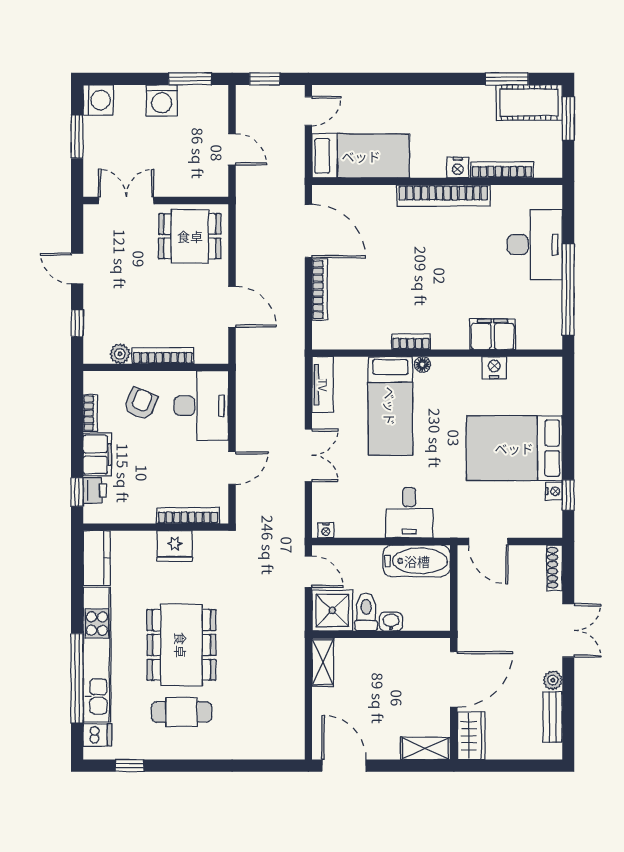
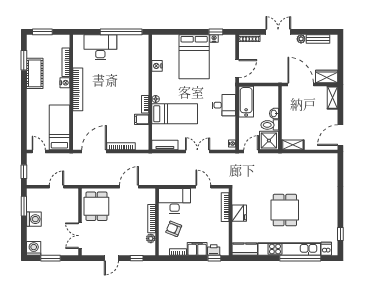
cot: (529, 102) -> (35, 73), moved
filing cabinet: (493, 334) -> (142, 119), moved, width x0.50
dining table: (181, 645) -> (285, 210), width x0.73
cafe table: (181, 712) -> (316, 210), removed

